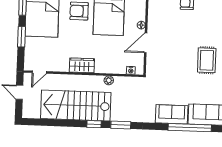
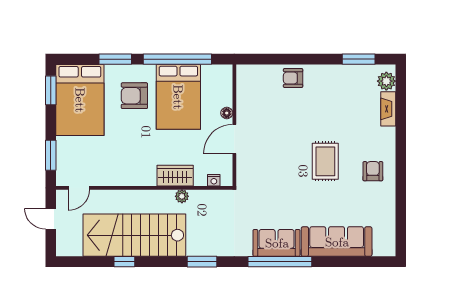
window: (21, 37) -> (51, 155), moved
wardrobe: (82, 65) -> (175, 176), moved
window: (94, 124) -> (124, 262), moved
window: (190, 128) -> (280, 262), moved

